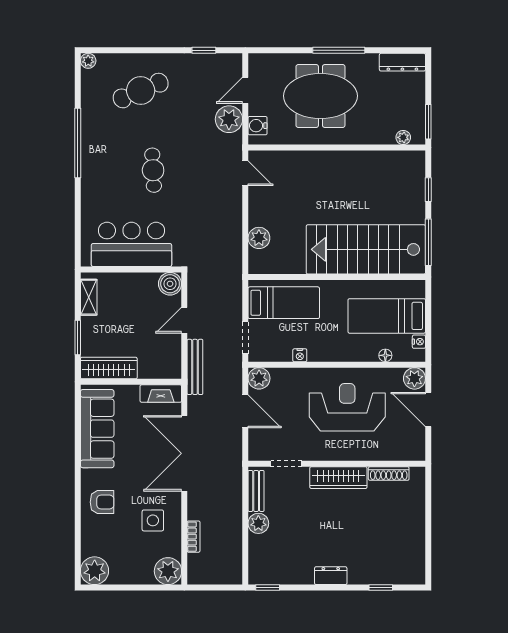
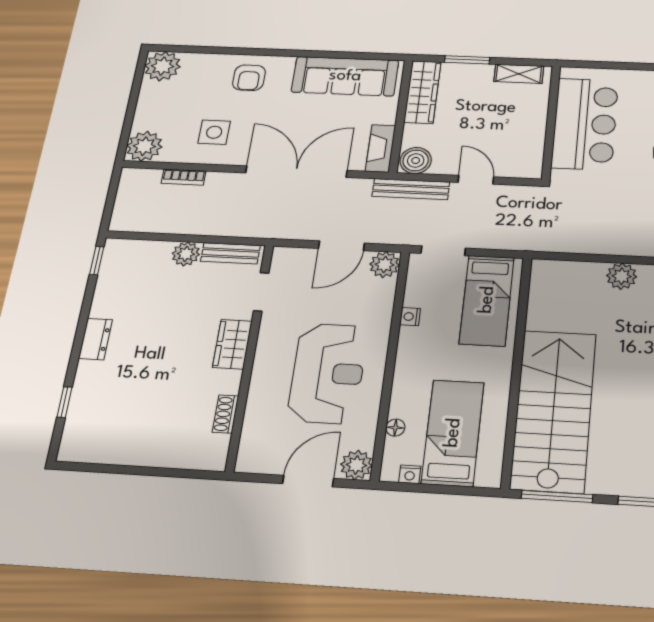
plant: (259, 238) -> (622, 276), moved
boiler: (170, 284) -> (416, 160), moved
shoe rack: (389, 473) -> (226, 414), width x0.70
wardrobe: (338, 478) -> (232, 344), width x0.67

